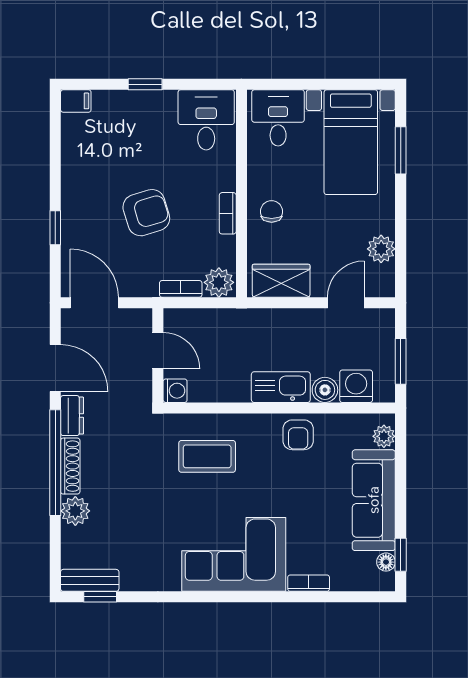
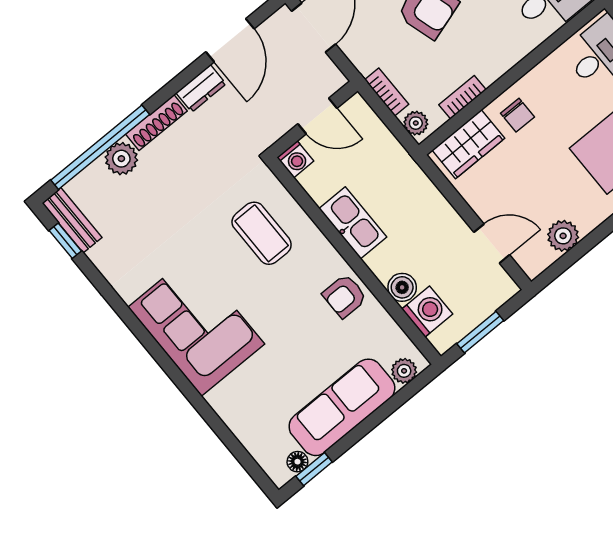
chair: (272, 211) -> (518, 115), turned 90
bookcase: (228, 213) -> (462, 97), moved
wardrobe: (281, 281) -> (468, 144), moved, turned 90
plant: (219, 282) -> (416, 123), width x0.73, depth x0.73
door: (158, 351) -> (317, 116), hinge flipped
kitchen sink: (281, 387) -> (353, 223), moved
window: (55, 463) -> (100, 147), moved
bookcase: (309, 583) -> (225, 410), removed

